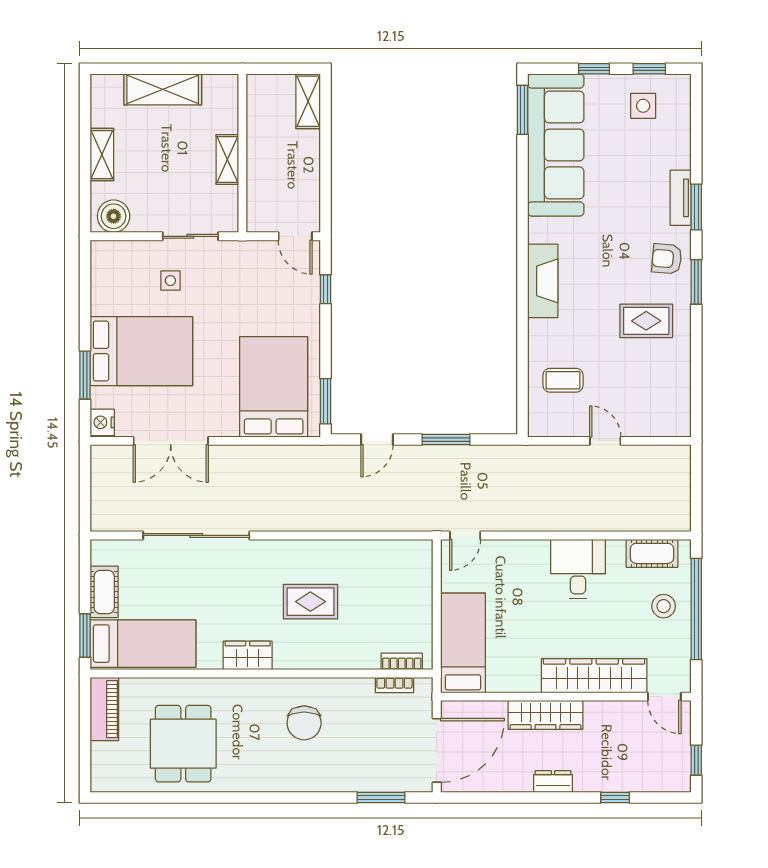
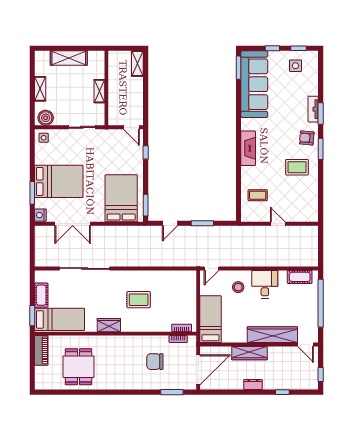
side table: (170, 281) -> (44, 138), moved
stool: (664, 606) -> (238, 287), moved
chair: (304, 723) -> (155, 362), moved, turned 90

